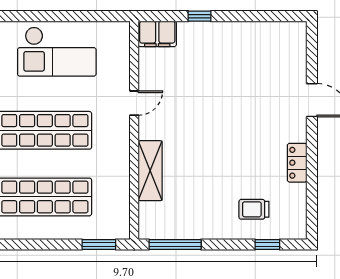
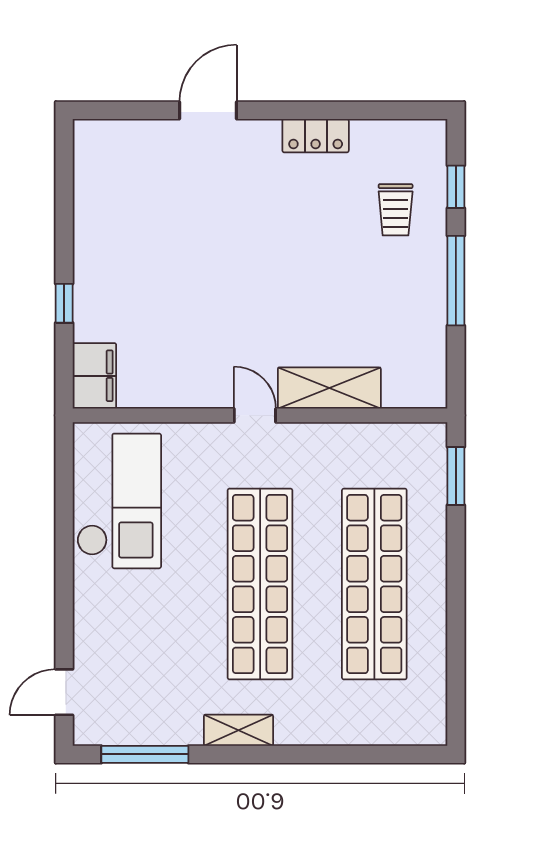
checkout: (57, 52) -> (119, 501), moved
door: (134, 103) -> (255, 415), moved
window: (175, 245) -> (456, 281), moved

